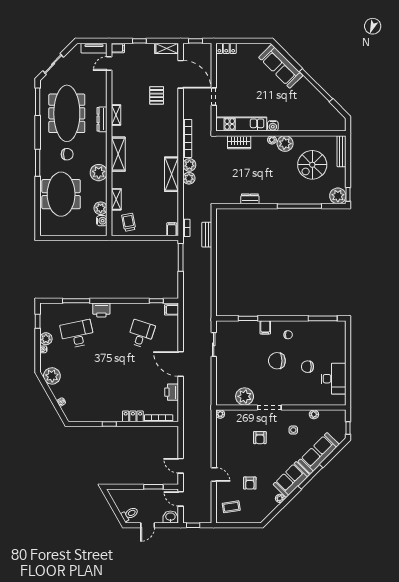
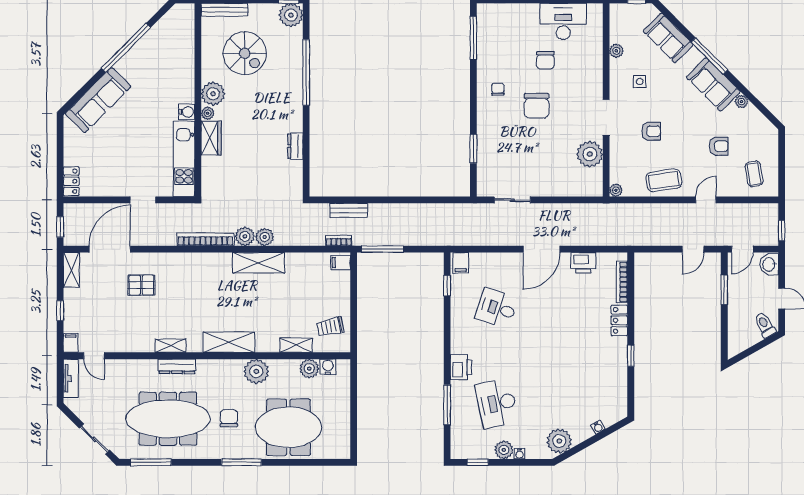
wardrobe: (239, 142) -> (211, 138), moved
filing cabinet: (265, 327) -> (487, 123), removed
coffee table: (227, 446) -> (664, 180), added
sofa: (319, 453) -> (668, 38), width x0.73

